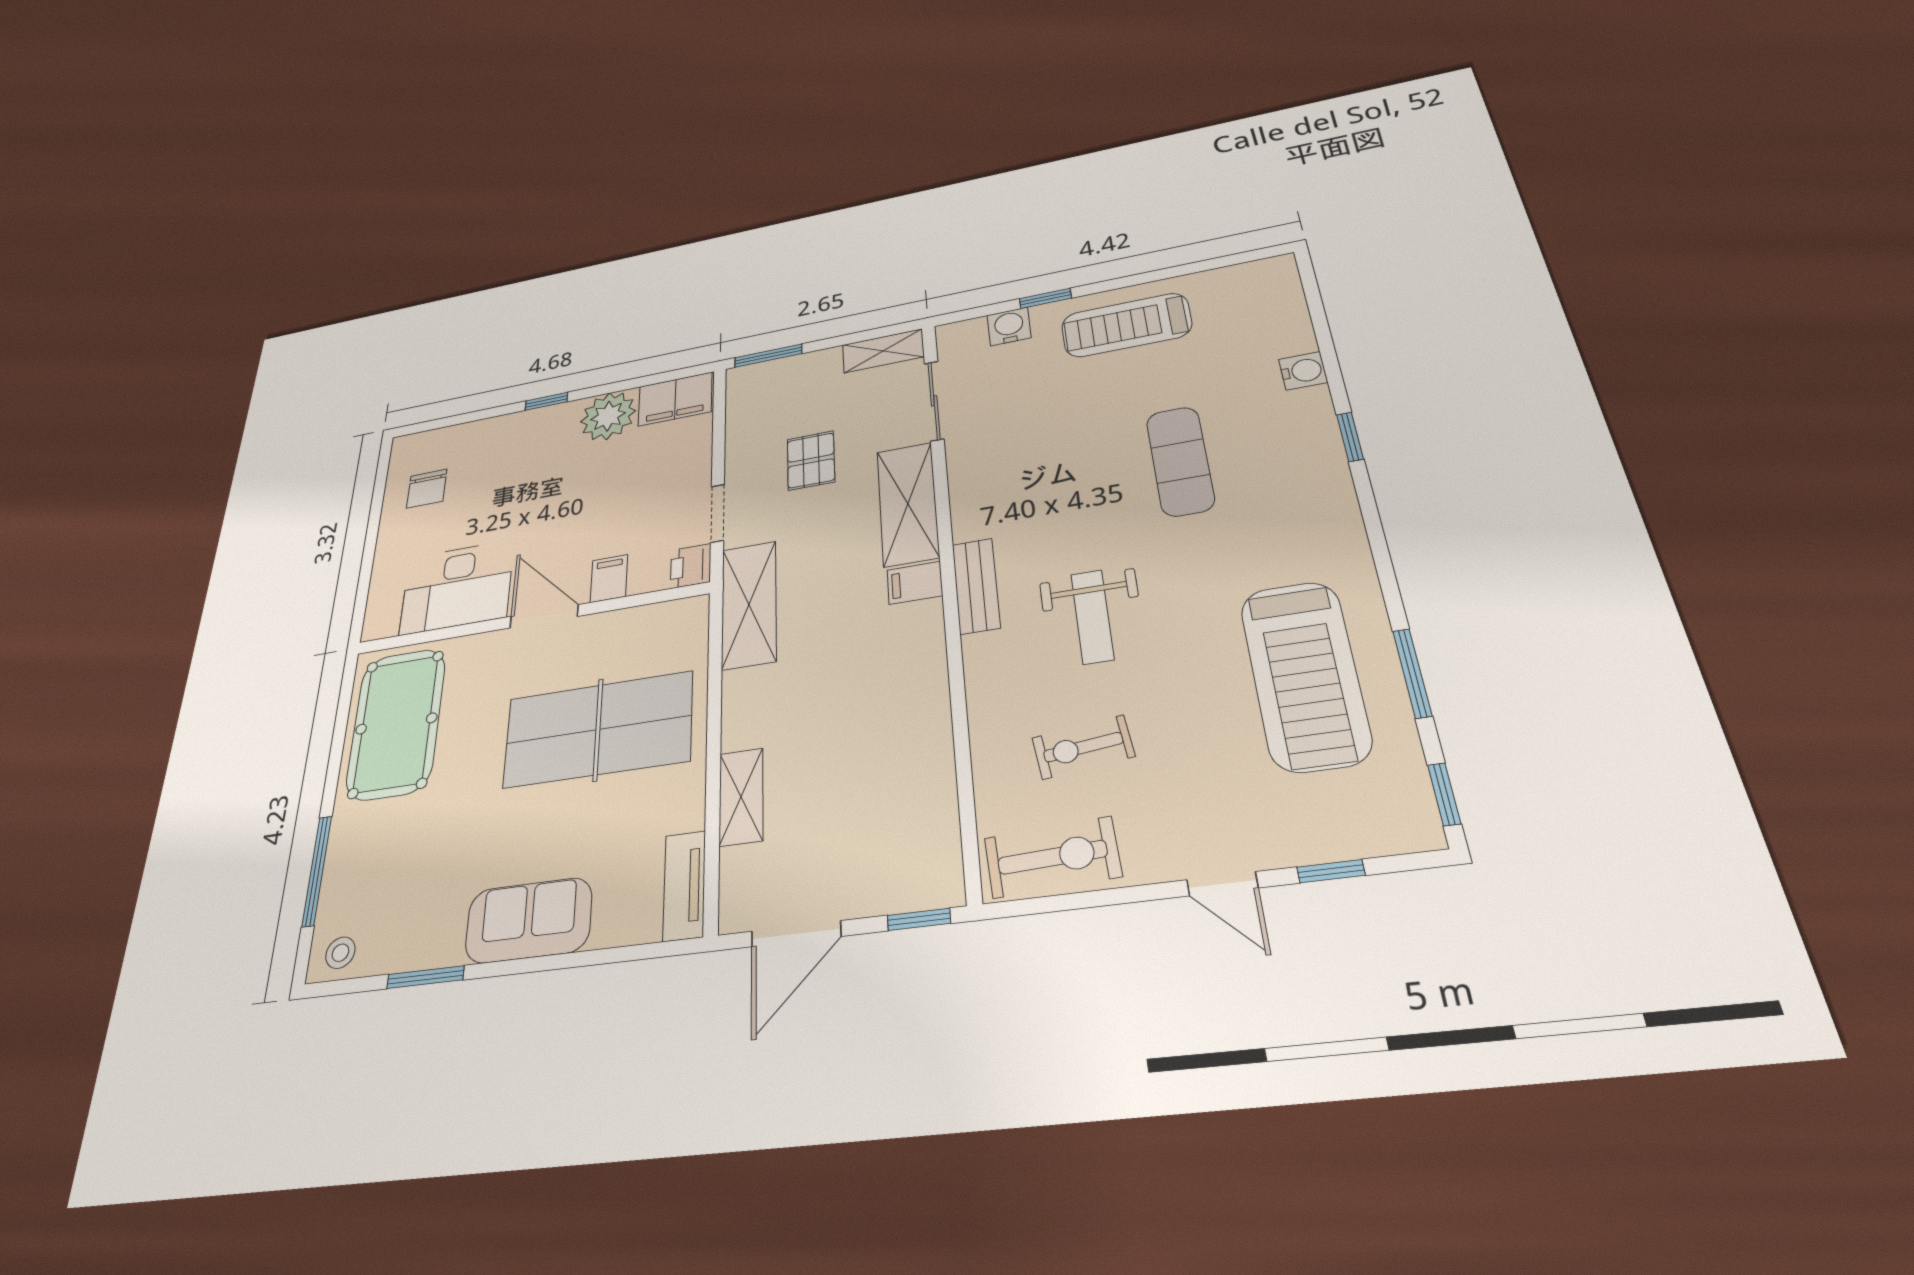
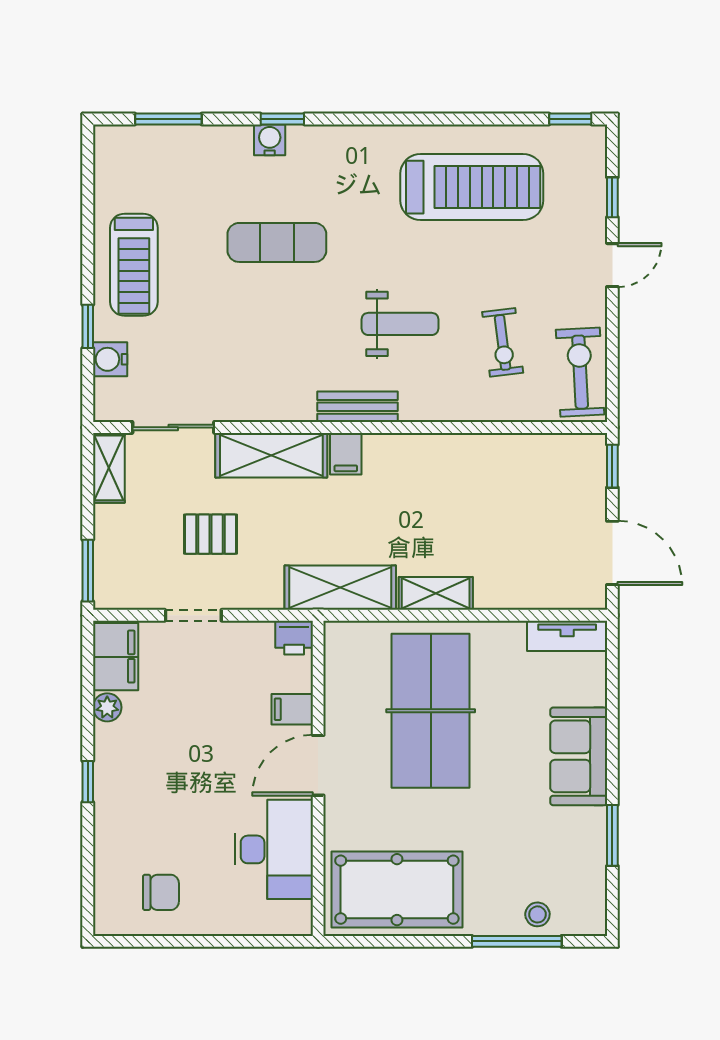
water cooler: (1303, 371) -> (270, 140), moved
plant: (608, 416) -> (107, 707), width x0.53, depth x0.53
doorway: (717, 513) -> (193, 615), moved
window: (1412, 673) -> (168, 119), moved
shelving: (741, 797) -> (436, 593), moved
stool: (340, 953) -> (537, 914), moved

